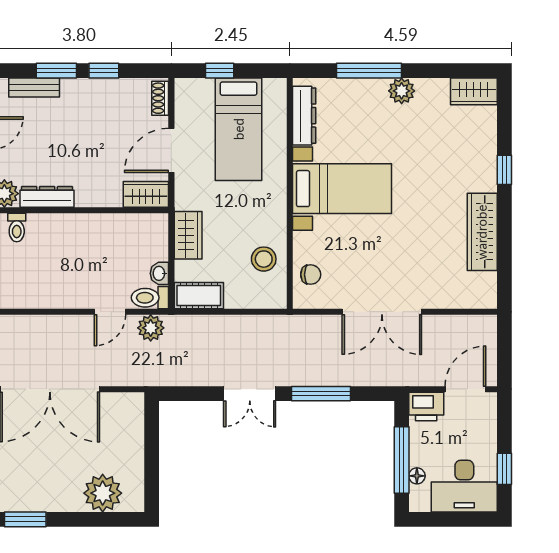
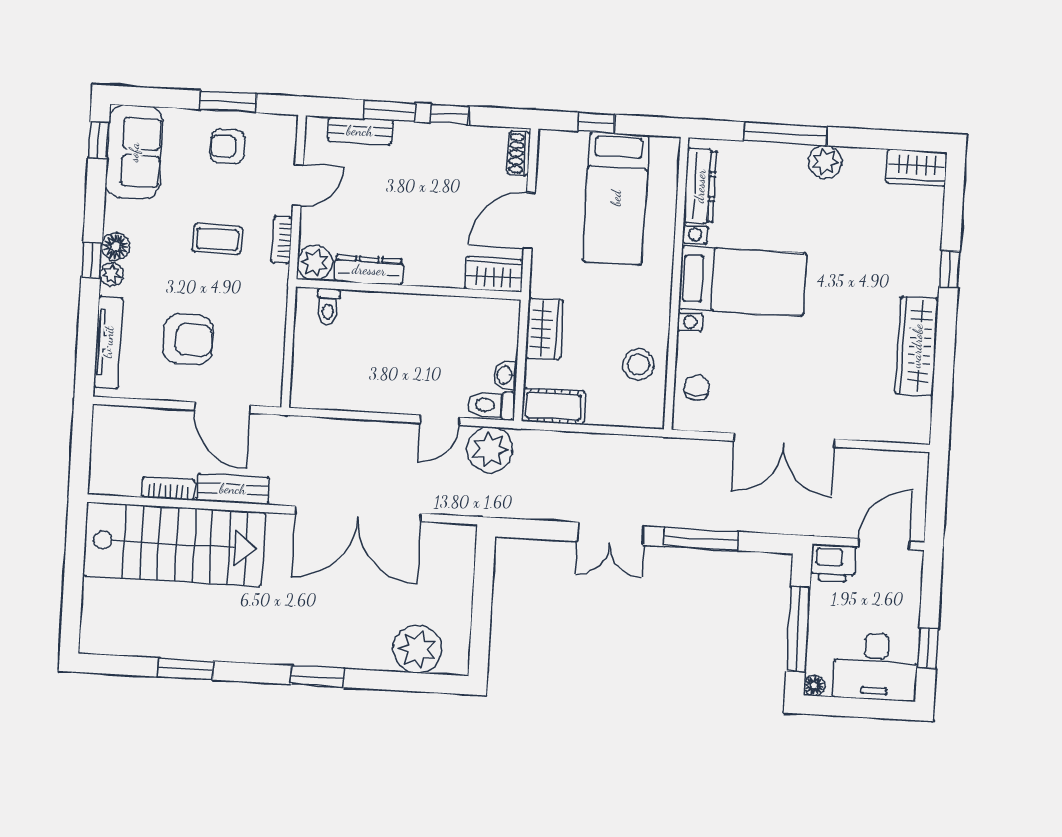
chair: (311, 275) -> (697, 388), turned -90
plant: (151, 328) -> (490, 450), width x1.36, depth x1.36
floor lamp: (417, 476) -> (814, 686), moved

